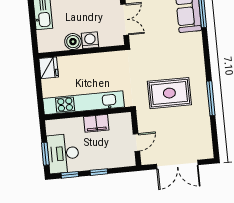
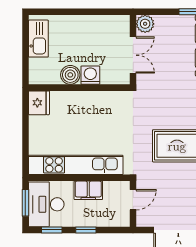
kitchen unit: (83, 103) -> (76, 165), moved
wall: (88, 113) -> (79, 178), moved
filing cabinet: (96, 123) -> (88, 190), moved

